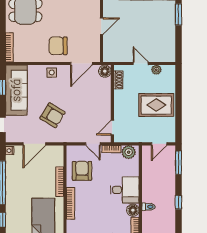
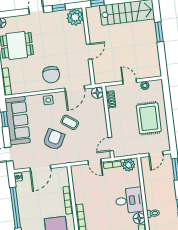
chair: (58, 46) -> (51, 75), turned -90
coffee table: (72, 99) -> (70, 122), added
rug: (156, 105) -> (149, 118), turned 90
armchair: (53, 115) -> (54, 140), turned -93
armchair: (82, 171) -> (87, 188), removed

